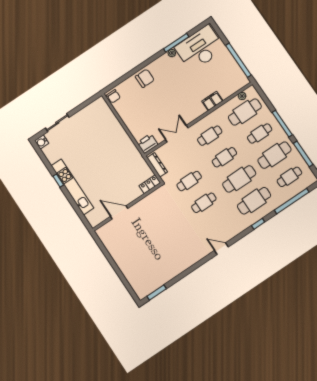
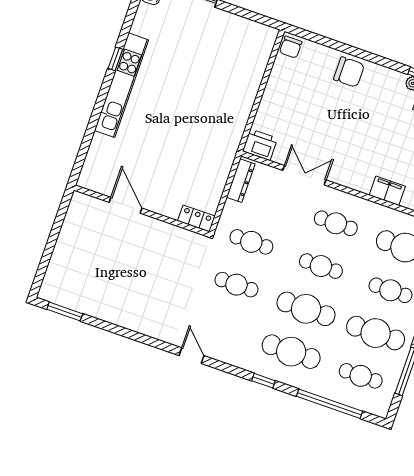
locker: (150, 184) -> (196, 218), moved
wall: (127, 207) -> (142, 211), moved
door: (119, 212) -> (126, 205), moved

